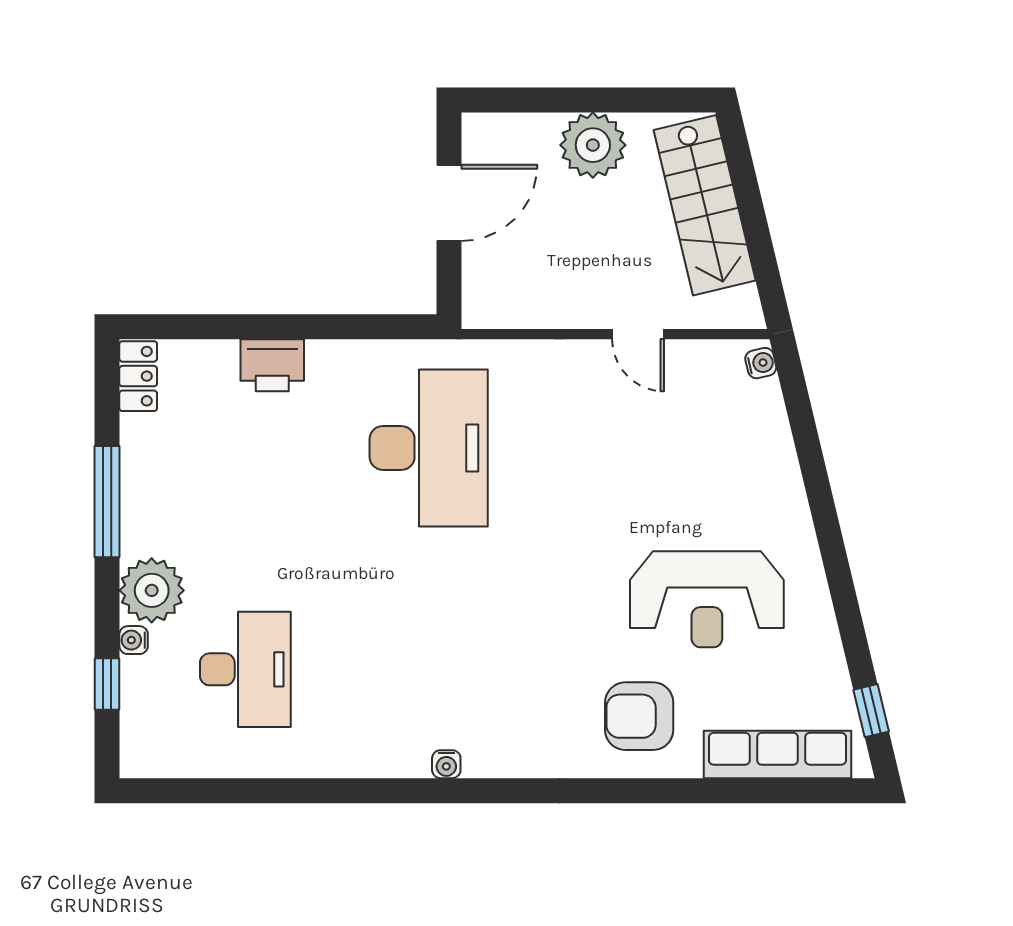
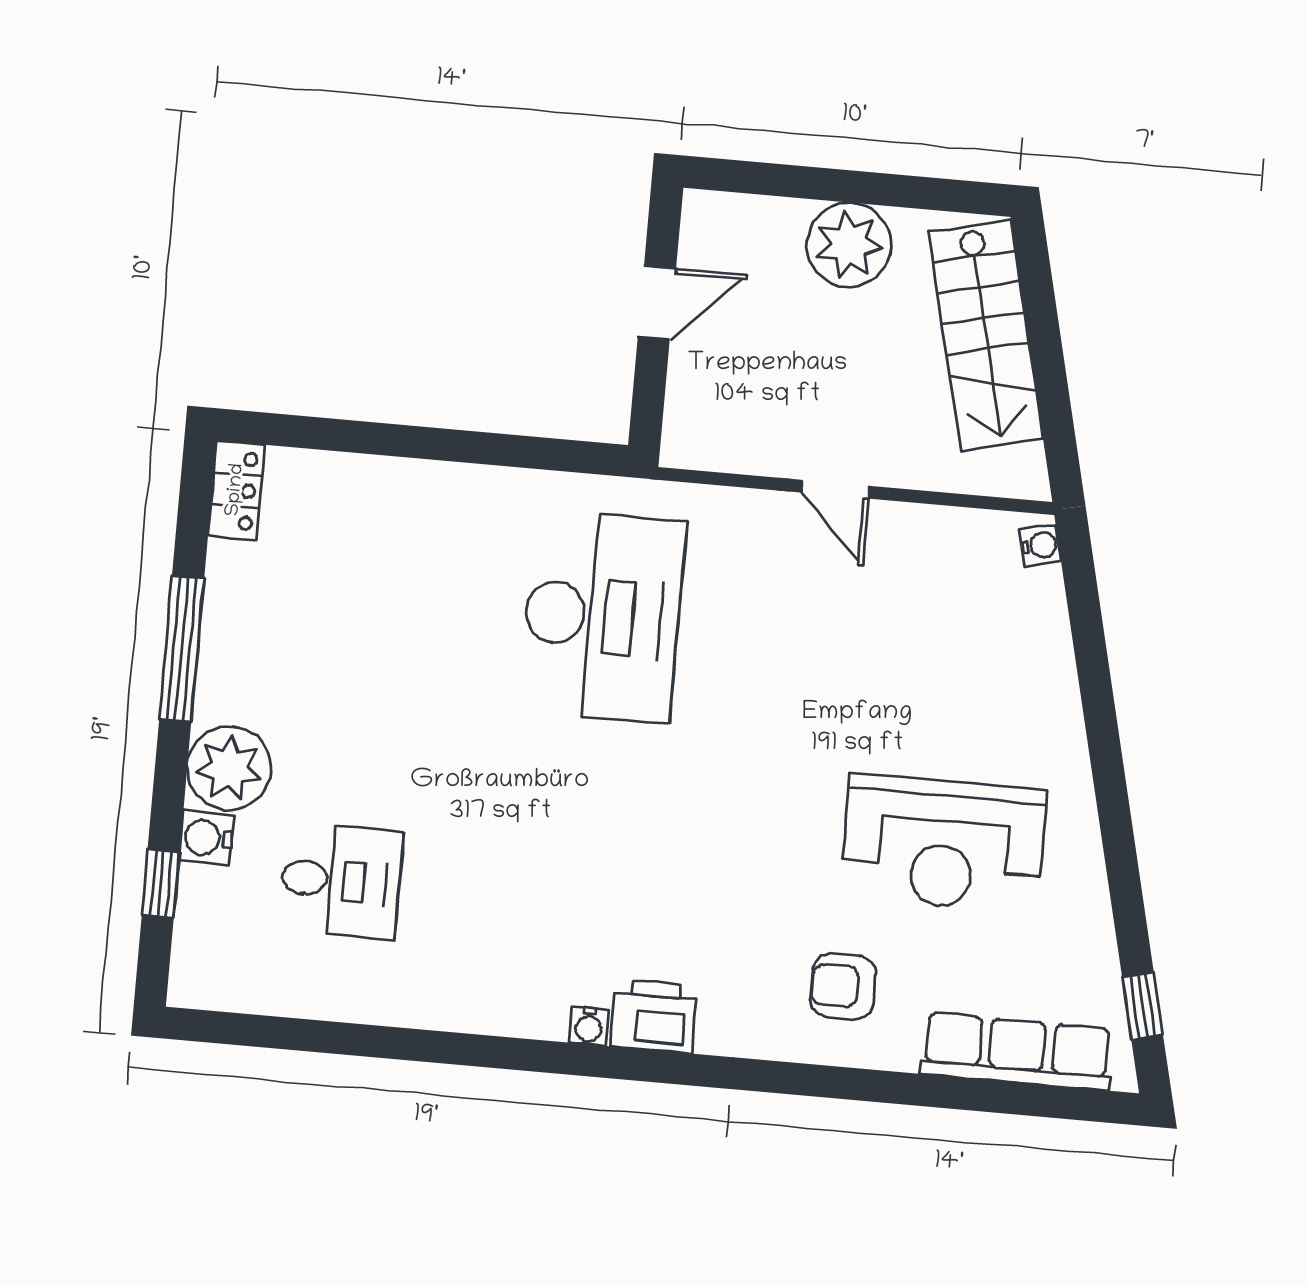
door: (449, 203) -> (657, 303), width x0.73
door: (638, 334) -> (835, 489), moved
printer: (272, 365) -> (653, 1016), moved, turned 180
water cooler: (134, 640) -> (206, 838), width x1.38, depth x1.38
desk: (245, 669) -> (341, 881), width x0.73
armchair: (639, 716) -> (843, 986), width x0.72, depth x0.72

